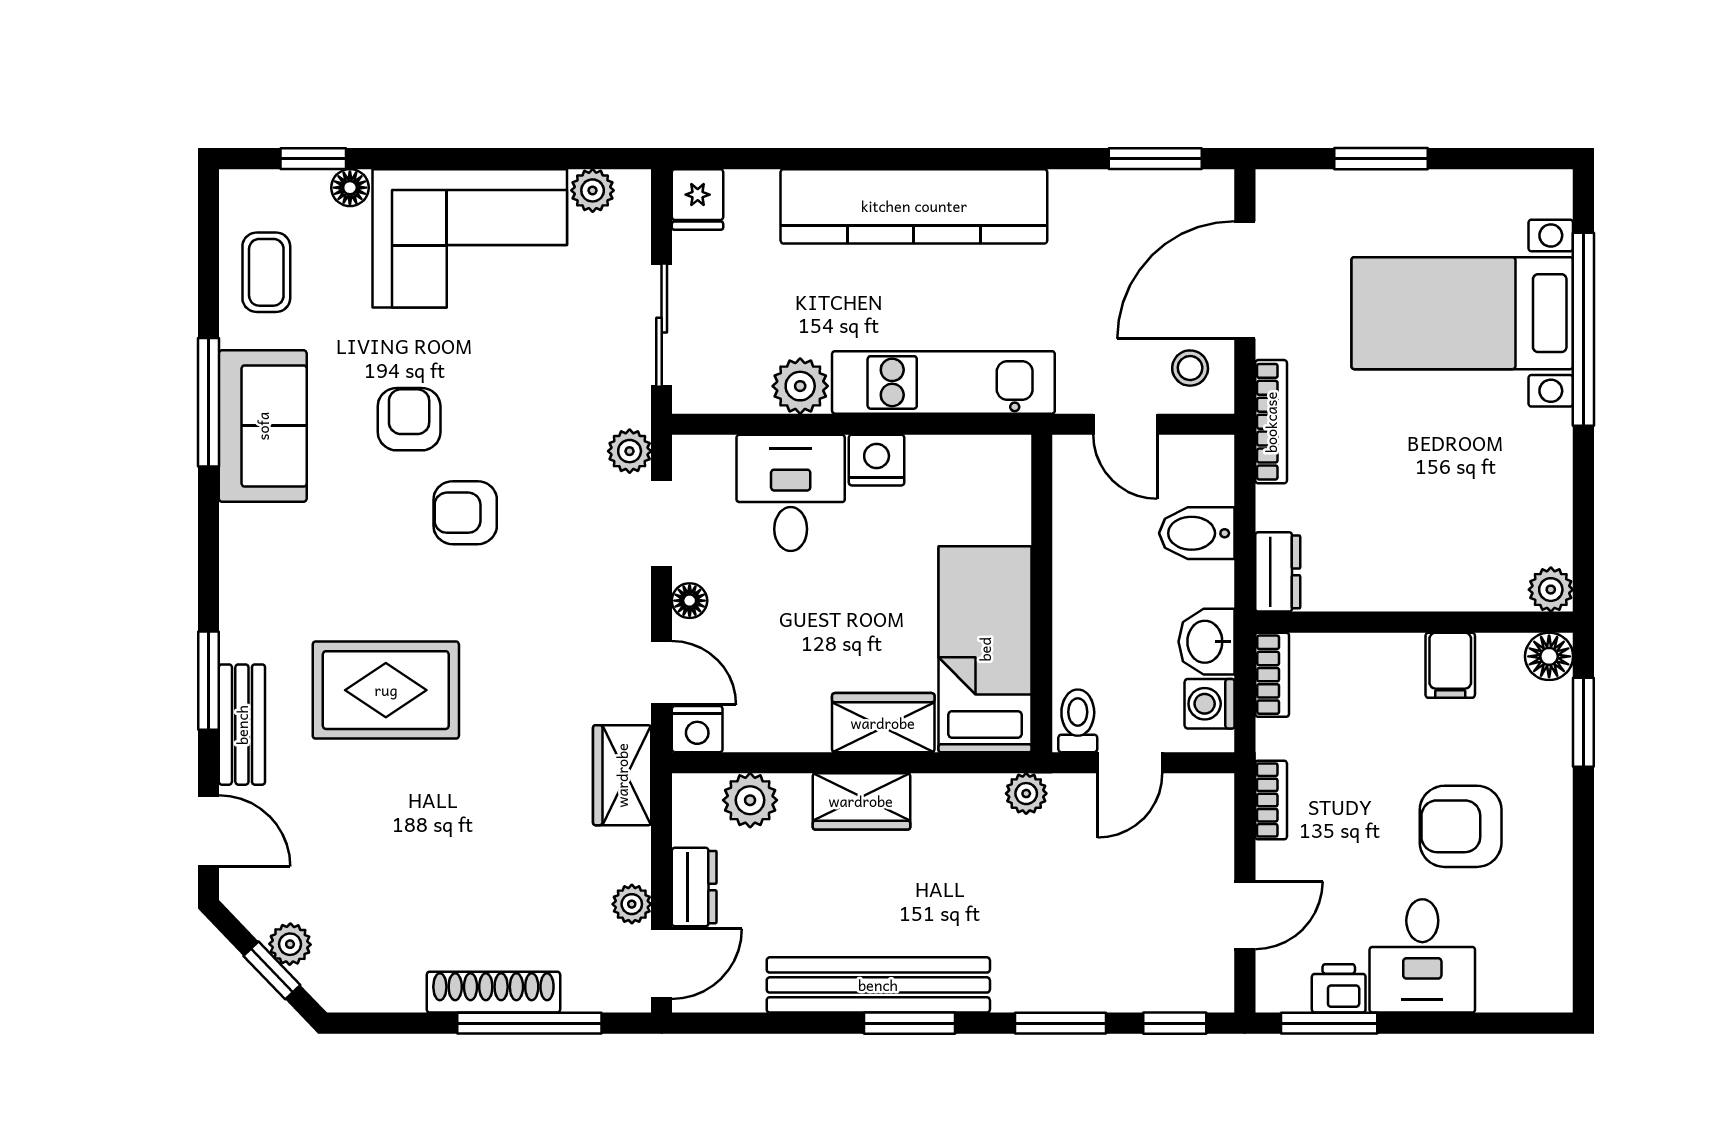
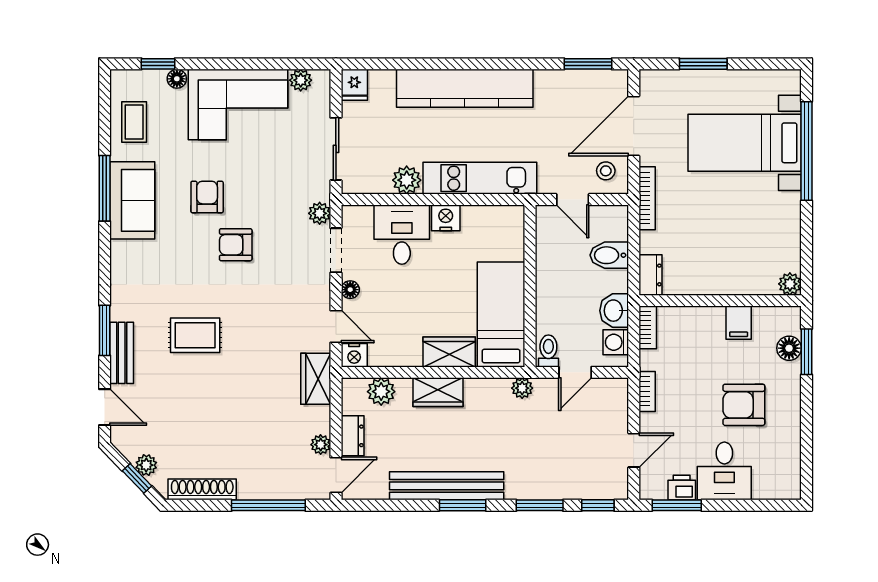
floor lamp: (1549, 656) -> (789, 348), moved
rug: (386, 690) -> (195, 335), width x0.73, depth x0.70
shoe rack: (493, 992) -> (202, 489), moved

